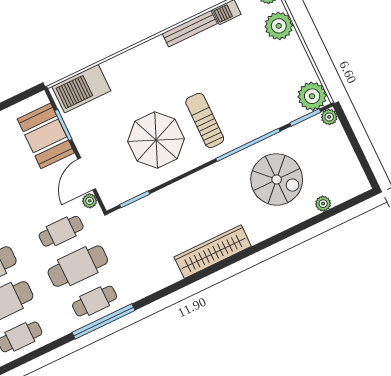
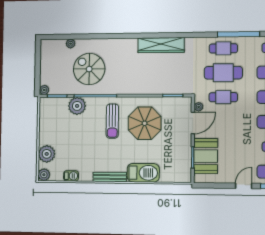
bench: (190, 29) -> (110, 177), moved
barbecue: (81, 89) -> (143, 173), moved
plant: (312, 96) -> (77, 106), moved
wardrobe: (213, 252) -> (161, 45), moved
window: (104, 321) -> (238, 34), moved

